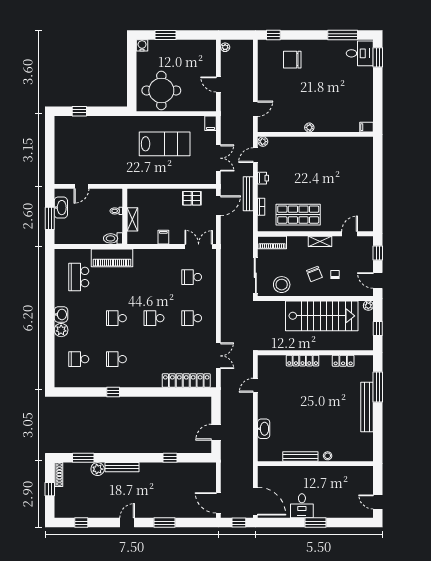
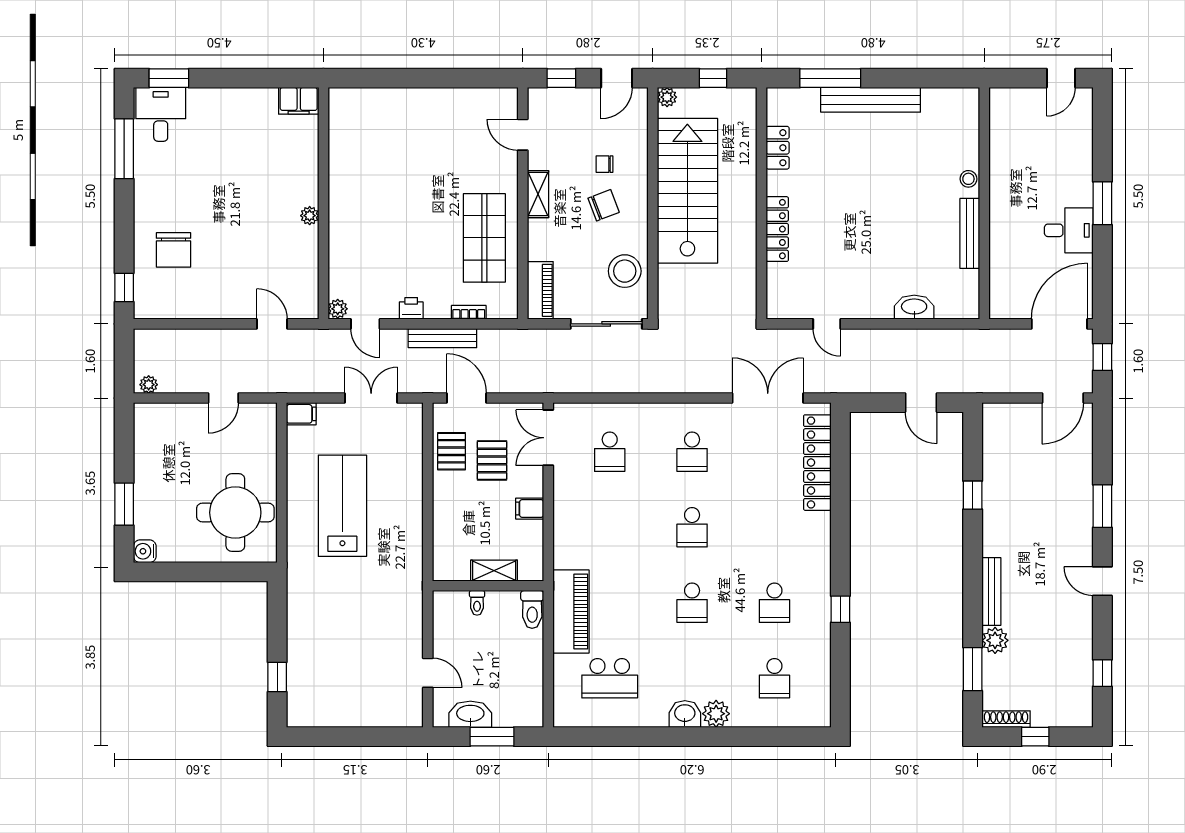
filing cabinet: (366, 127) -> (299, 101), width x2.00
pallet: (187, 218) -> (492, 460), added
double door: (218, 356) -> (768, 398), width x1.37

